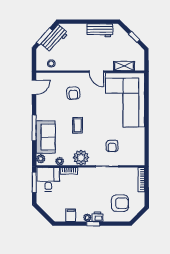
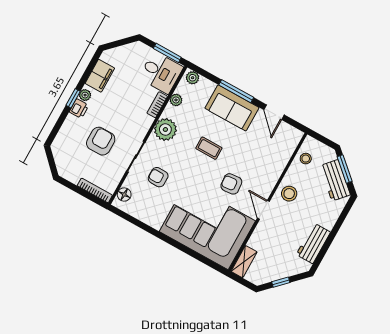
stool: (78, 62) -> (289, 194), added
shelving: (124, 66) -> (244, 262), moved
door: (96, 72) -> (263, 210), hinge flipped
door: (34, 87) -> (274, 112), moved
armchair: (73, 93) -> (231, 184), moved
sofa: (46, 137) -> (232, 108), moved
floor lamp: (134, 161) -> (124, 194), added
armchair: (120, 203) -> (101, 141), moved, turned 180
filing cabinet: (71, 215) -> (100, 76), width x2.00

